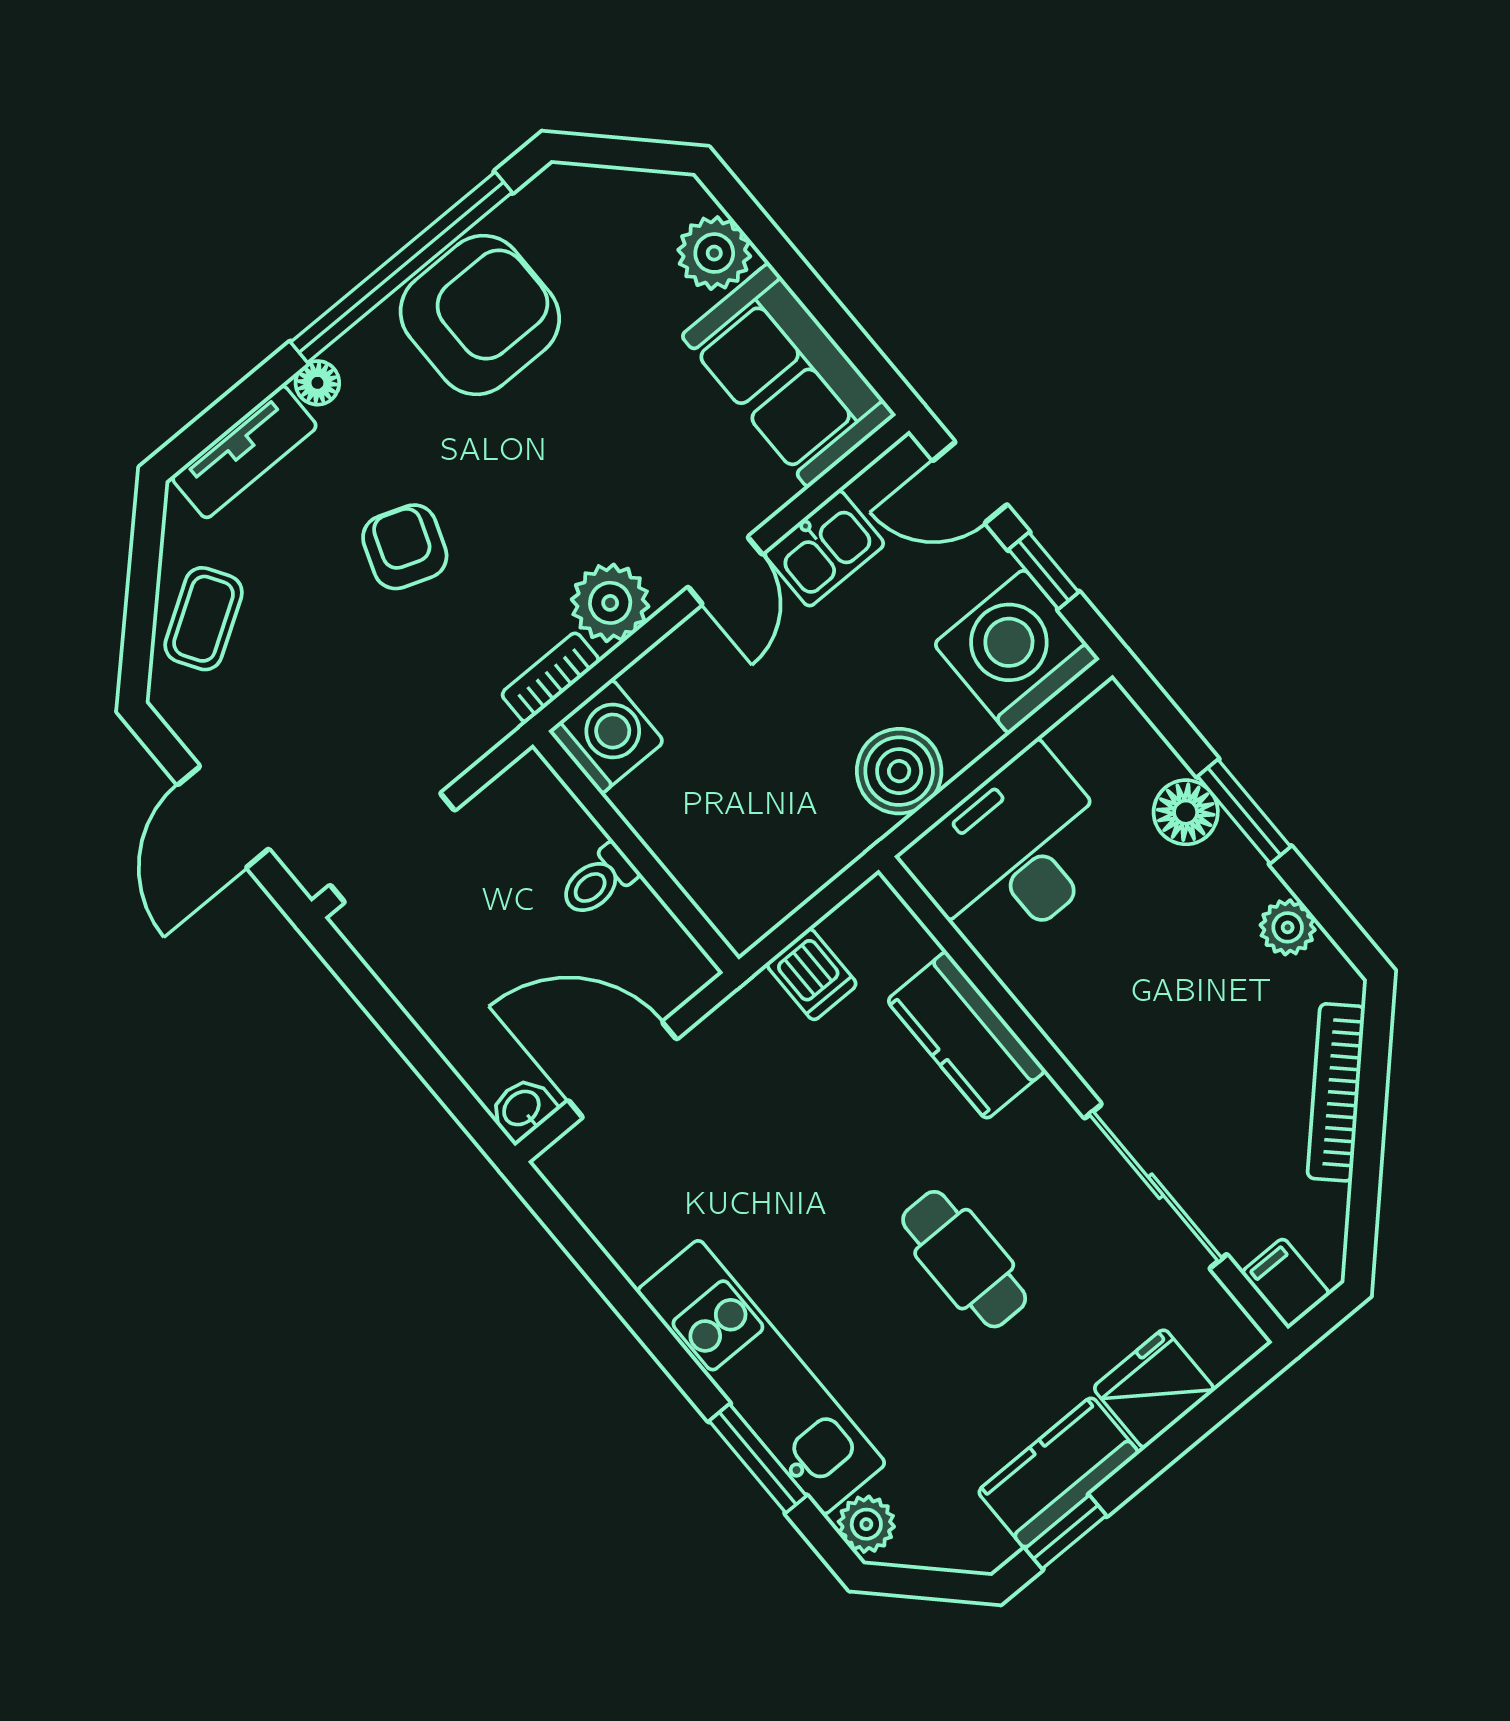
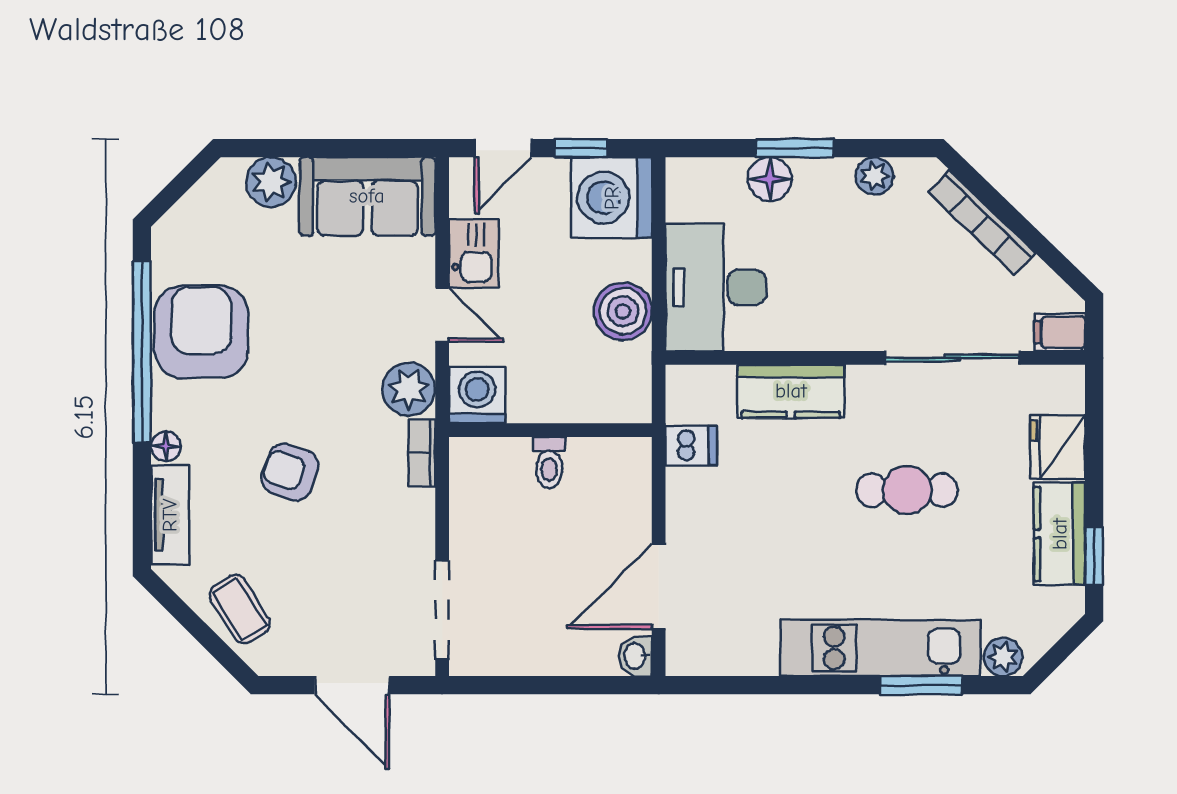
washing machine: (606, 736) -> (477, 395), moved
wall: (636, 852) -> (550, 430), moved
toilet: (598, 881) -> (549, 463), moved

